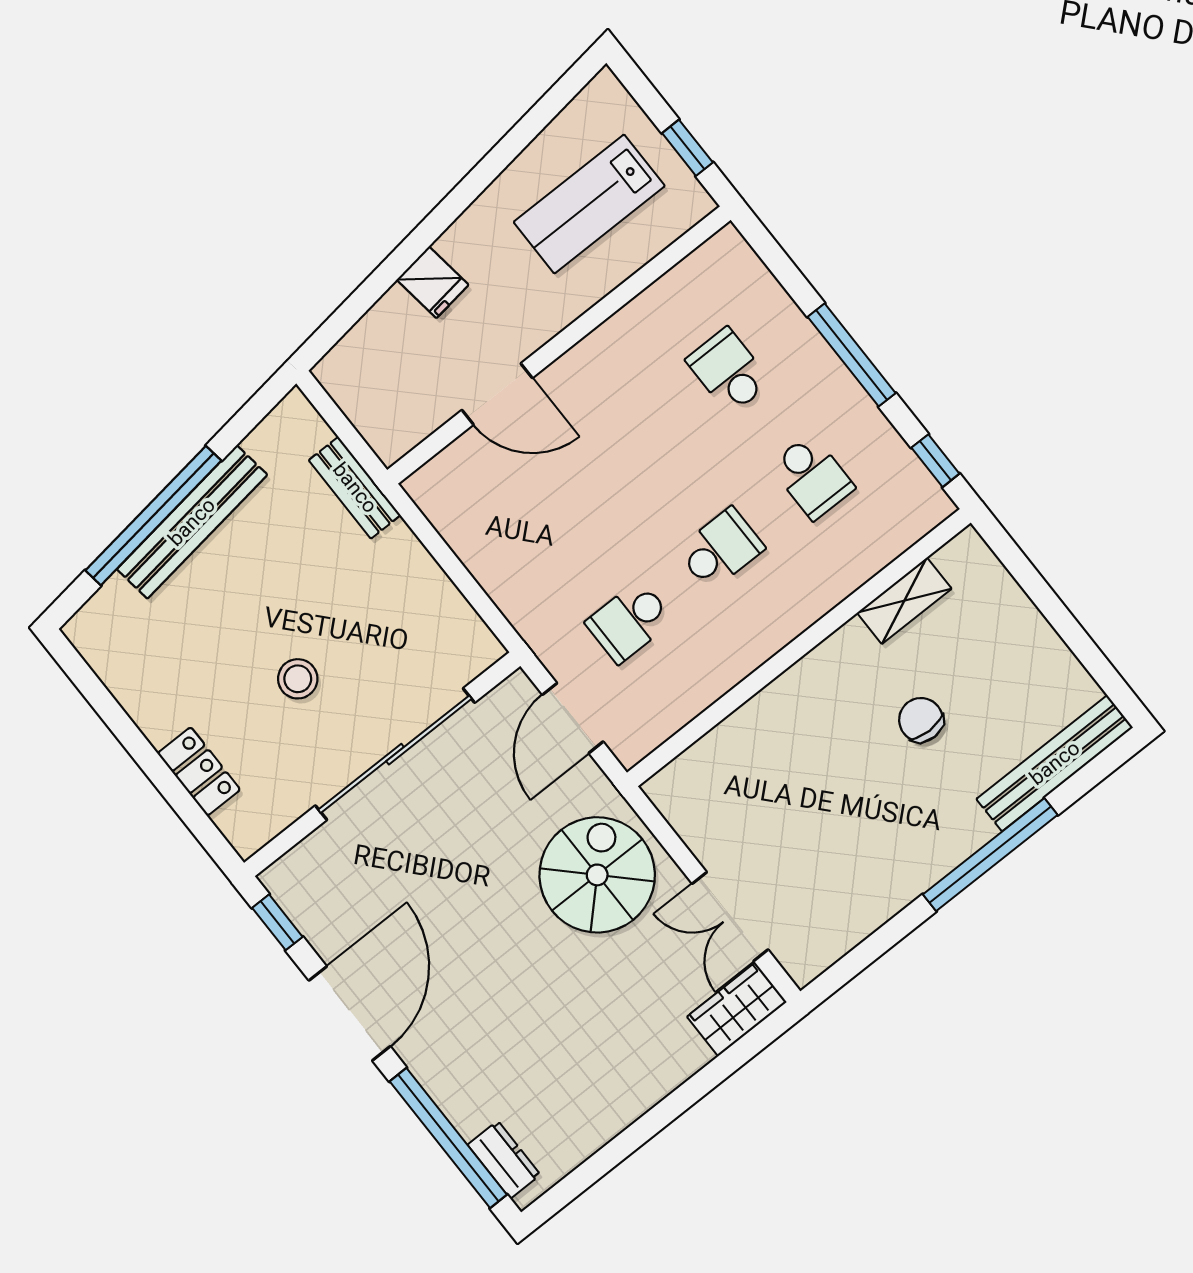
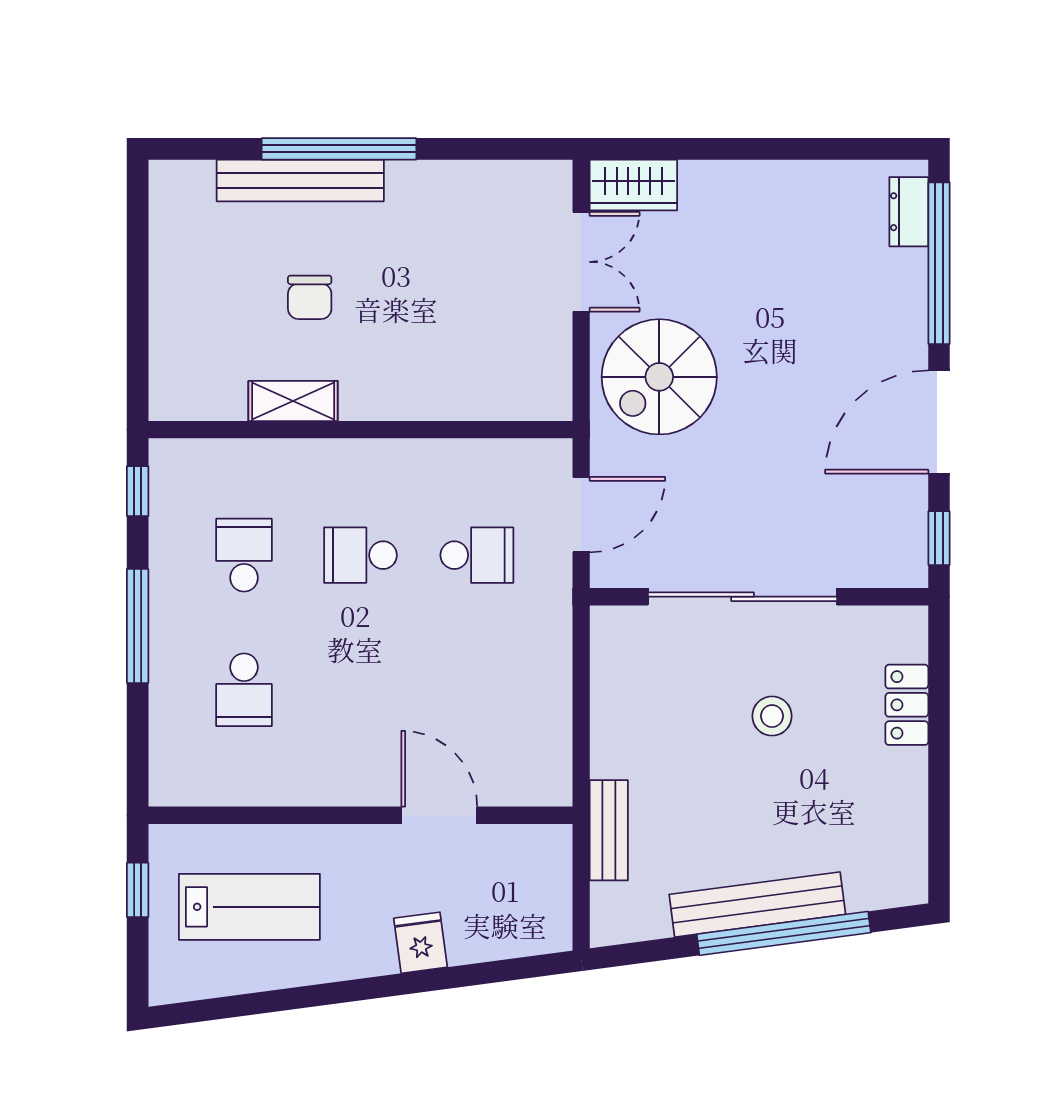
shelving: (904, 601) -> (293, 401), moved
bench: (1055, 763) -> (300, 180), moved

